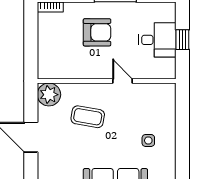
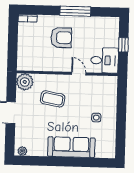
desk: (157, 40) -> (105, 60), moved

